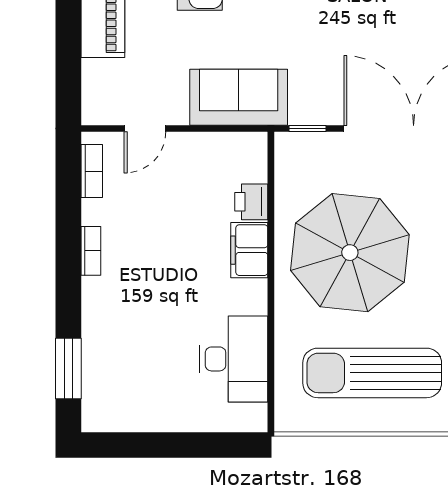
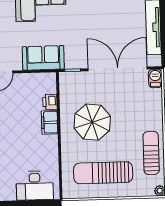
parasol: (350, 253) -> (92, 122), width x0.73, depth x0.73
desk: (234, 359) -> (35, 186), moved, turned 90

